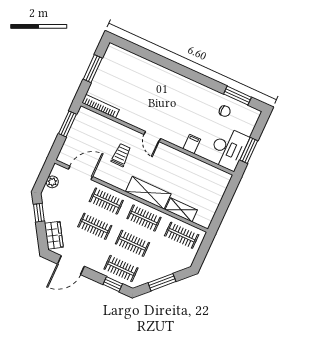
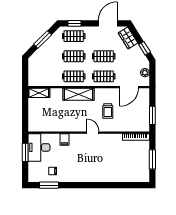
shelving: (181, 210) -> (39, 93), moved
clothes rail: (182, 235) -> (44, 76), removed

